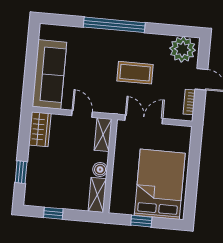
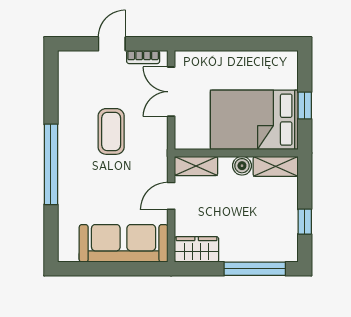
plant: (183, 49) -> (75, 72), removed
double door: (144, 119) -> (171, 92), moved
window: (21, 172) -> (255, 269), width x2.17
bed: (160, 184) -> (254, 120), moved

